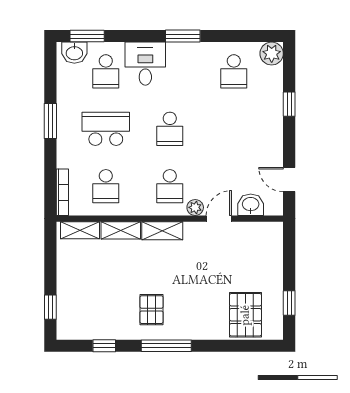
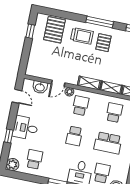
desk: (262, 125) -> (26, 128), added
school desk: (170, 129) -> (74, 136), turned 180
trolley: (193, 314) -> (82, 36), added

